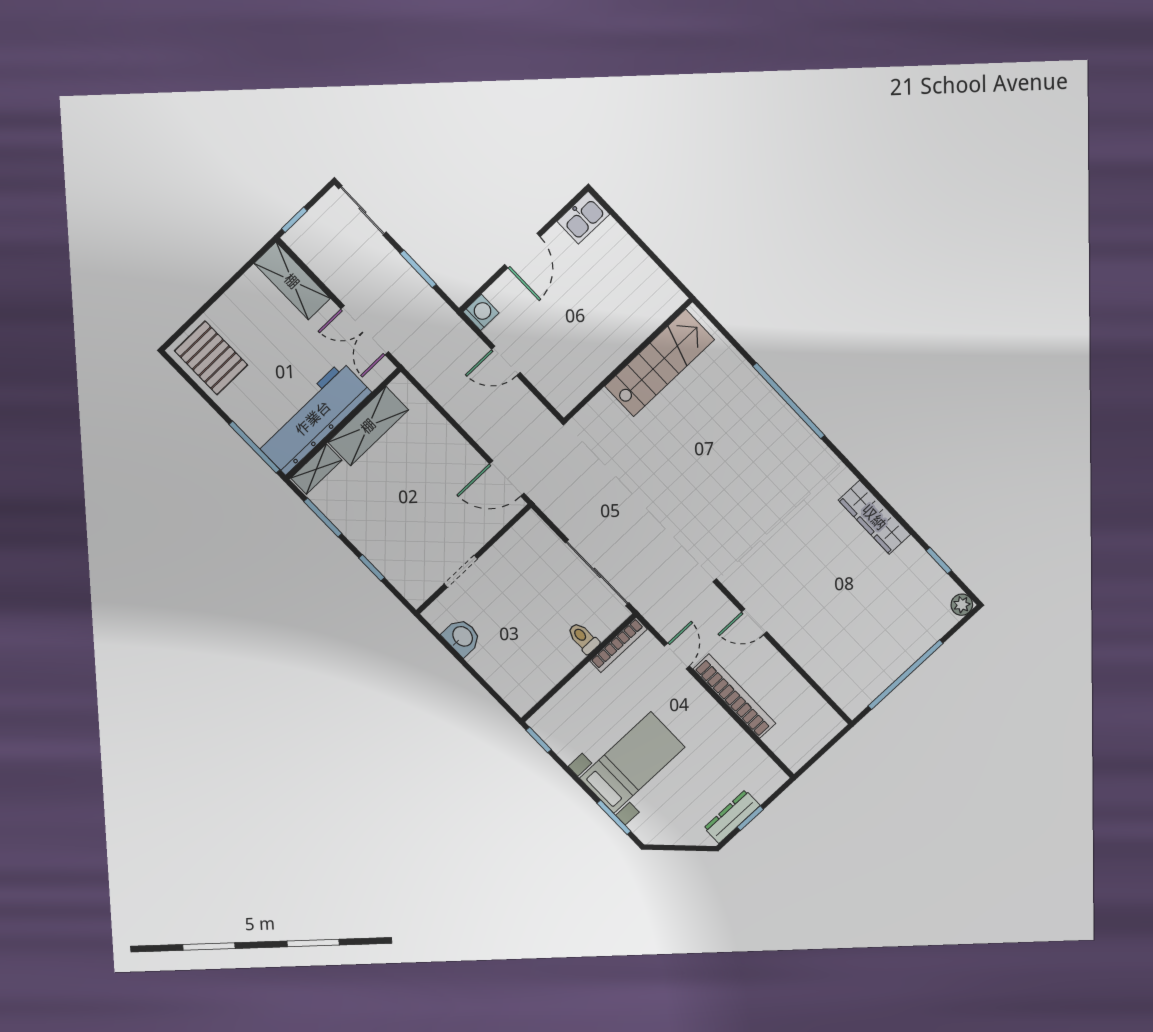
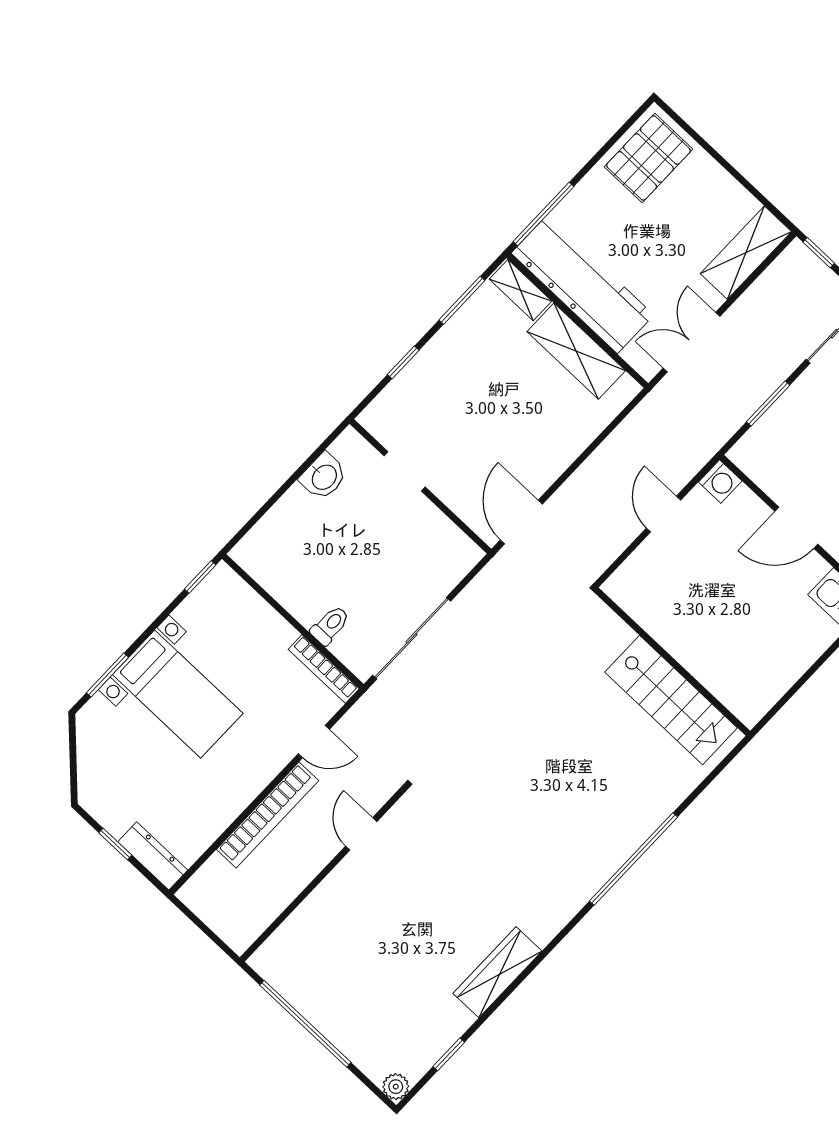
dresser: (732, 817) -> (153, 856), moved

